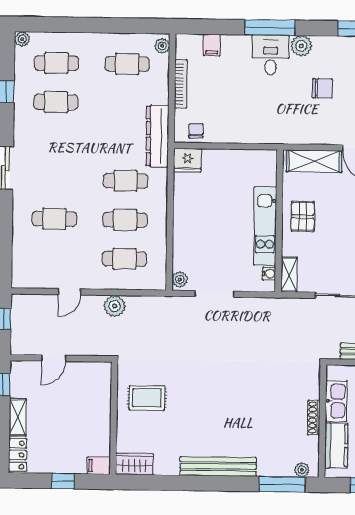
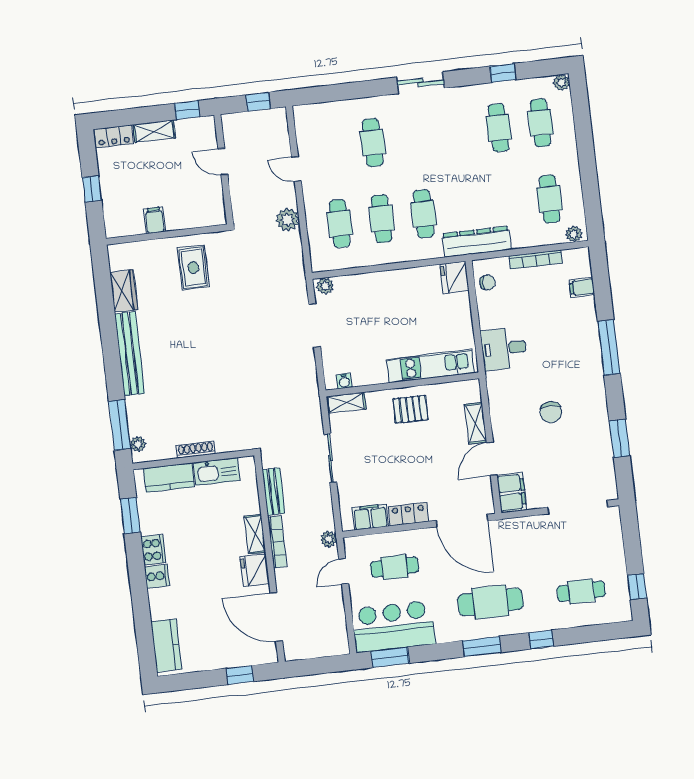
plant: (301, 46) -> (594, 384), removed
desk: (271, 55) -> (504, 349), moved, turned 180
shelving: (314, 161) -> (476, 423), width x0.67, depth x0.75
kitchen unit: (265, 226) -> (430, 366), moved
wardrobe: (134, 464) -> (124, 291), moved
filing cabinet: (99, 466) -> (155, 220), moved

